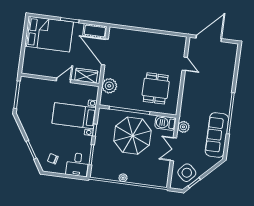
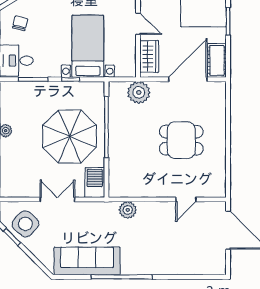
dining table: (156, 88) -> (181, 140), moved
plant: (183, 127) -> (128, 210), moved

